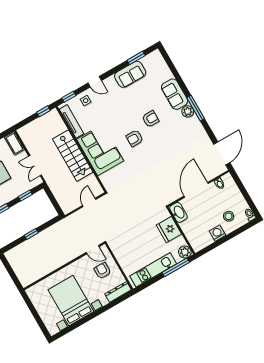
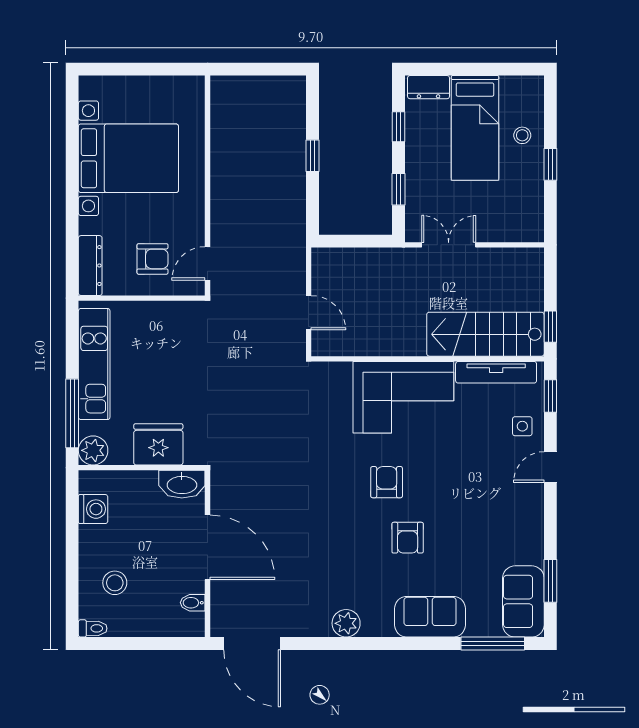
sofa: (130, 74) -> (523, 601), moved
window: (196, 108) -> (493, 643), moved
plant: (188, 111) -> (346, 623), moved
cot: (14, 143) -> (519, 229), removed
stairs: (73, 156) -> (485, 334), moved
washing machine: (217, 233) -> (93, 509), moved

